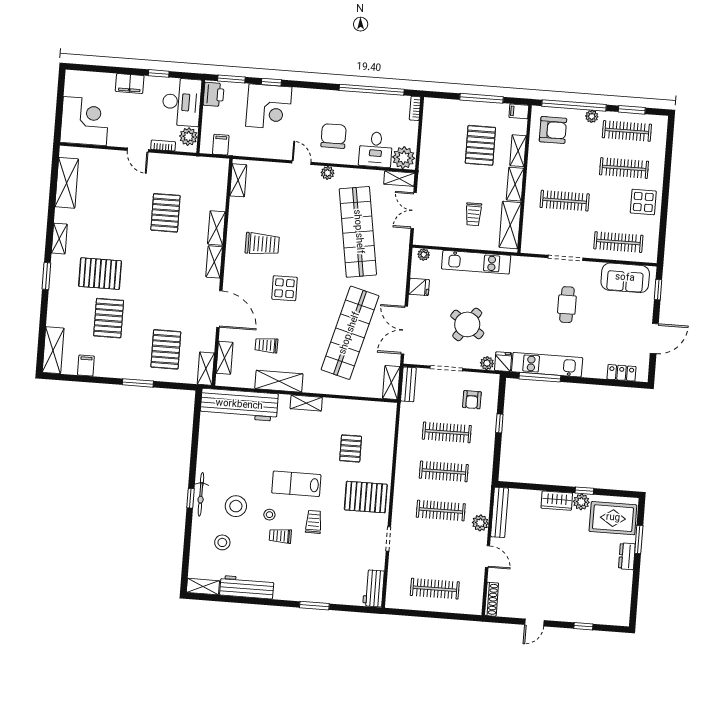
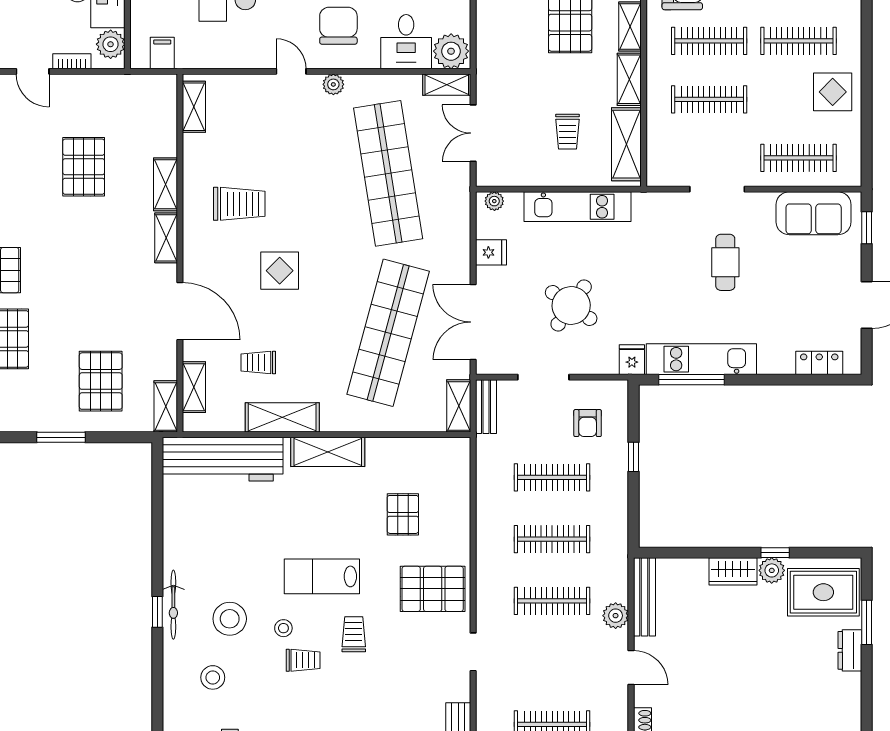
clothes rail: (567, 164) -> (709, 41), added
plant: (487, 363) -> (607, 364), removed
shelving: (306, 403) -> (328, 452), width x1.50, depth x1.33
trolley: (280, 536) -> (303, 660), turned 180

